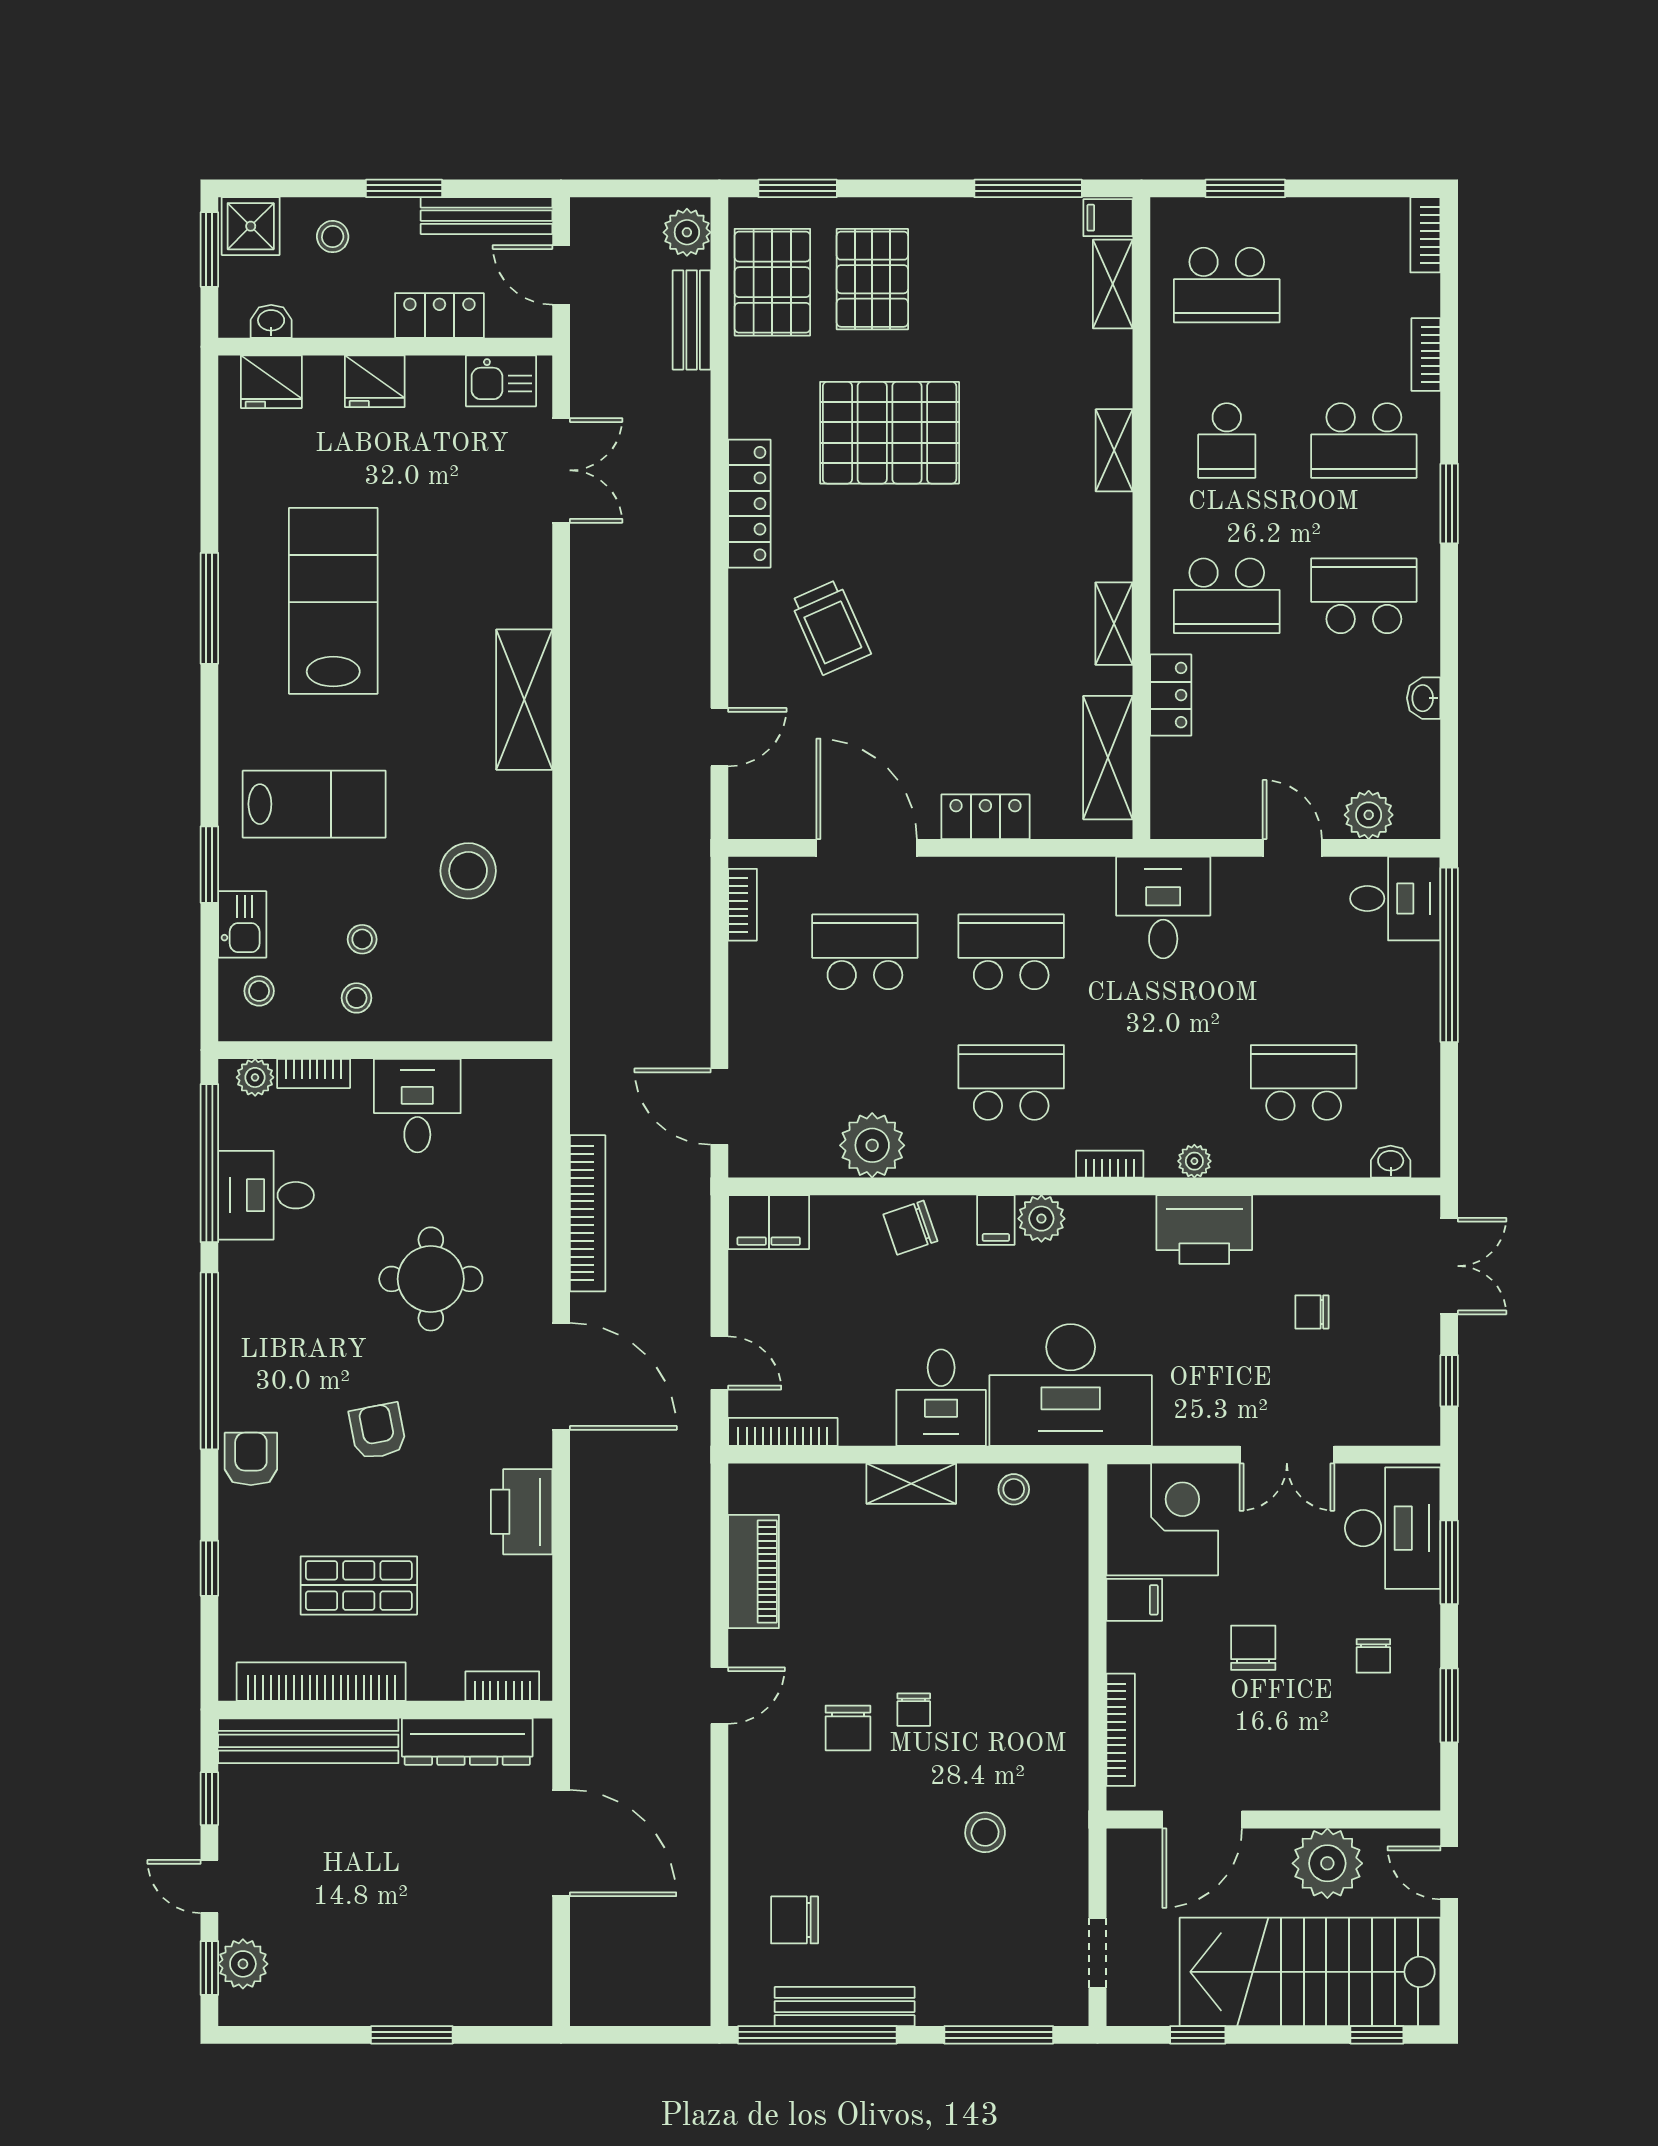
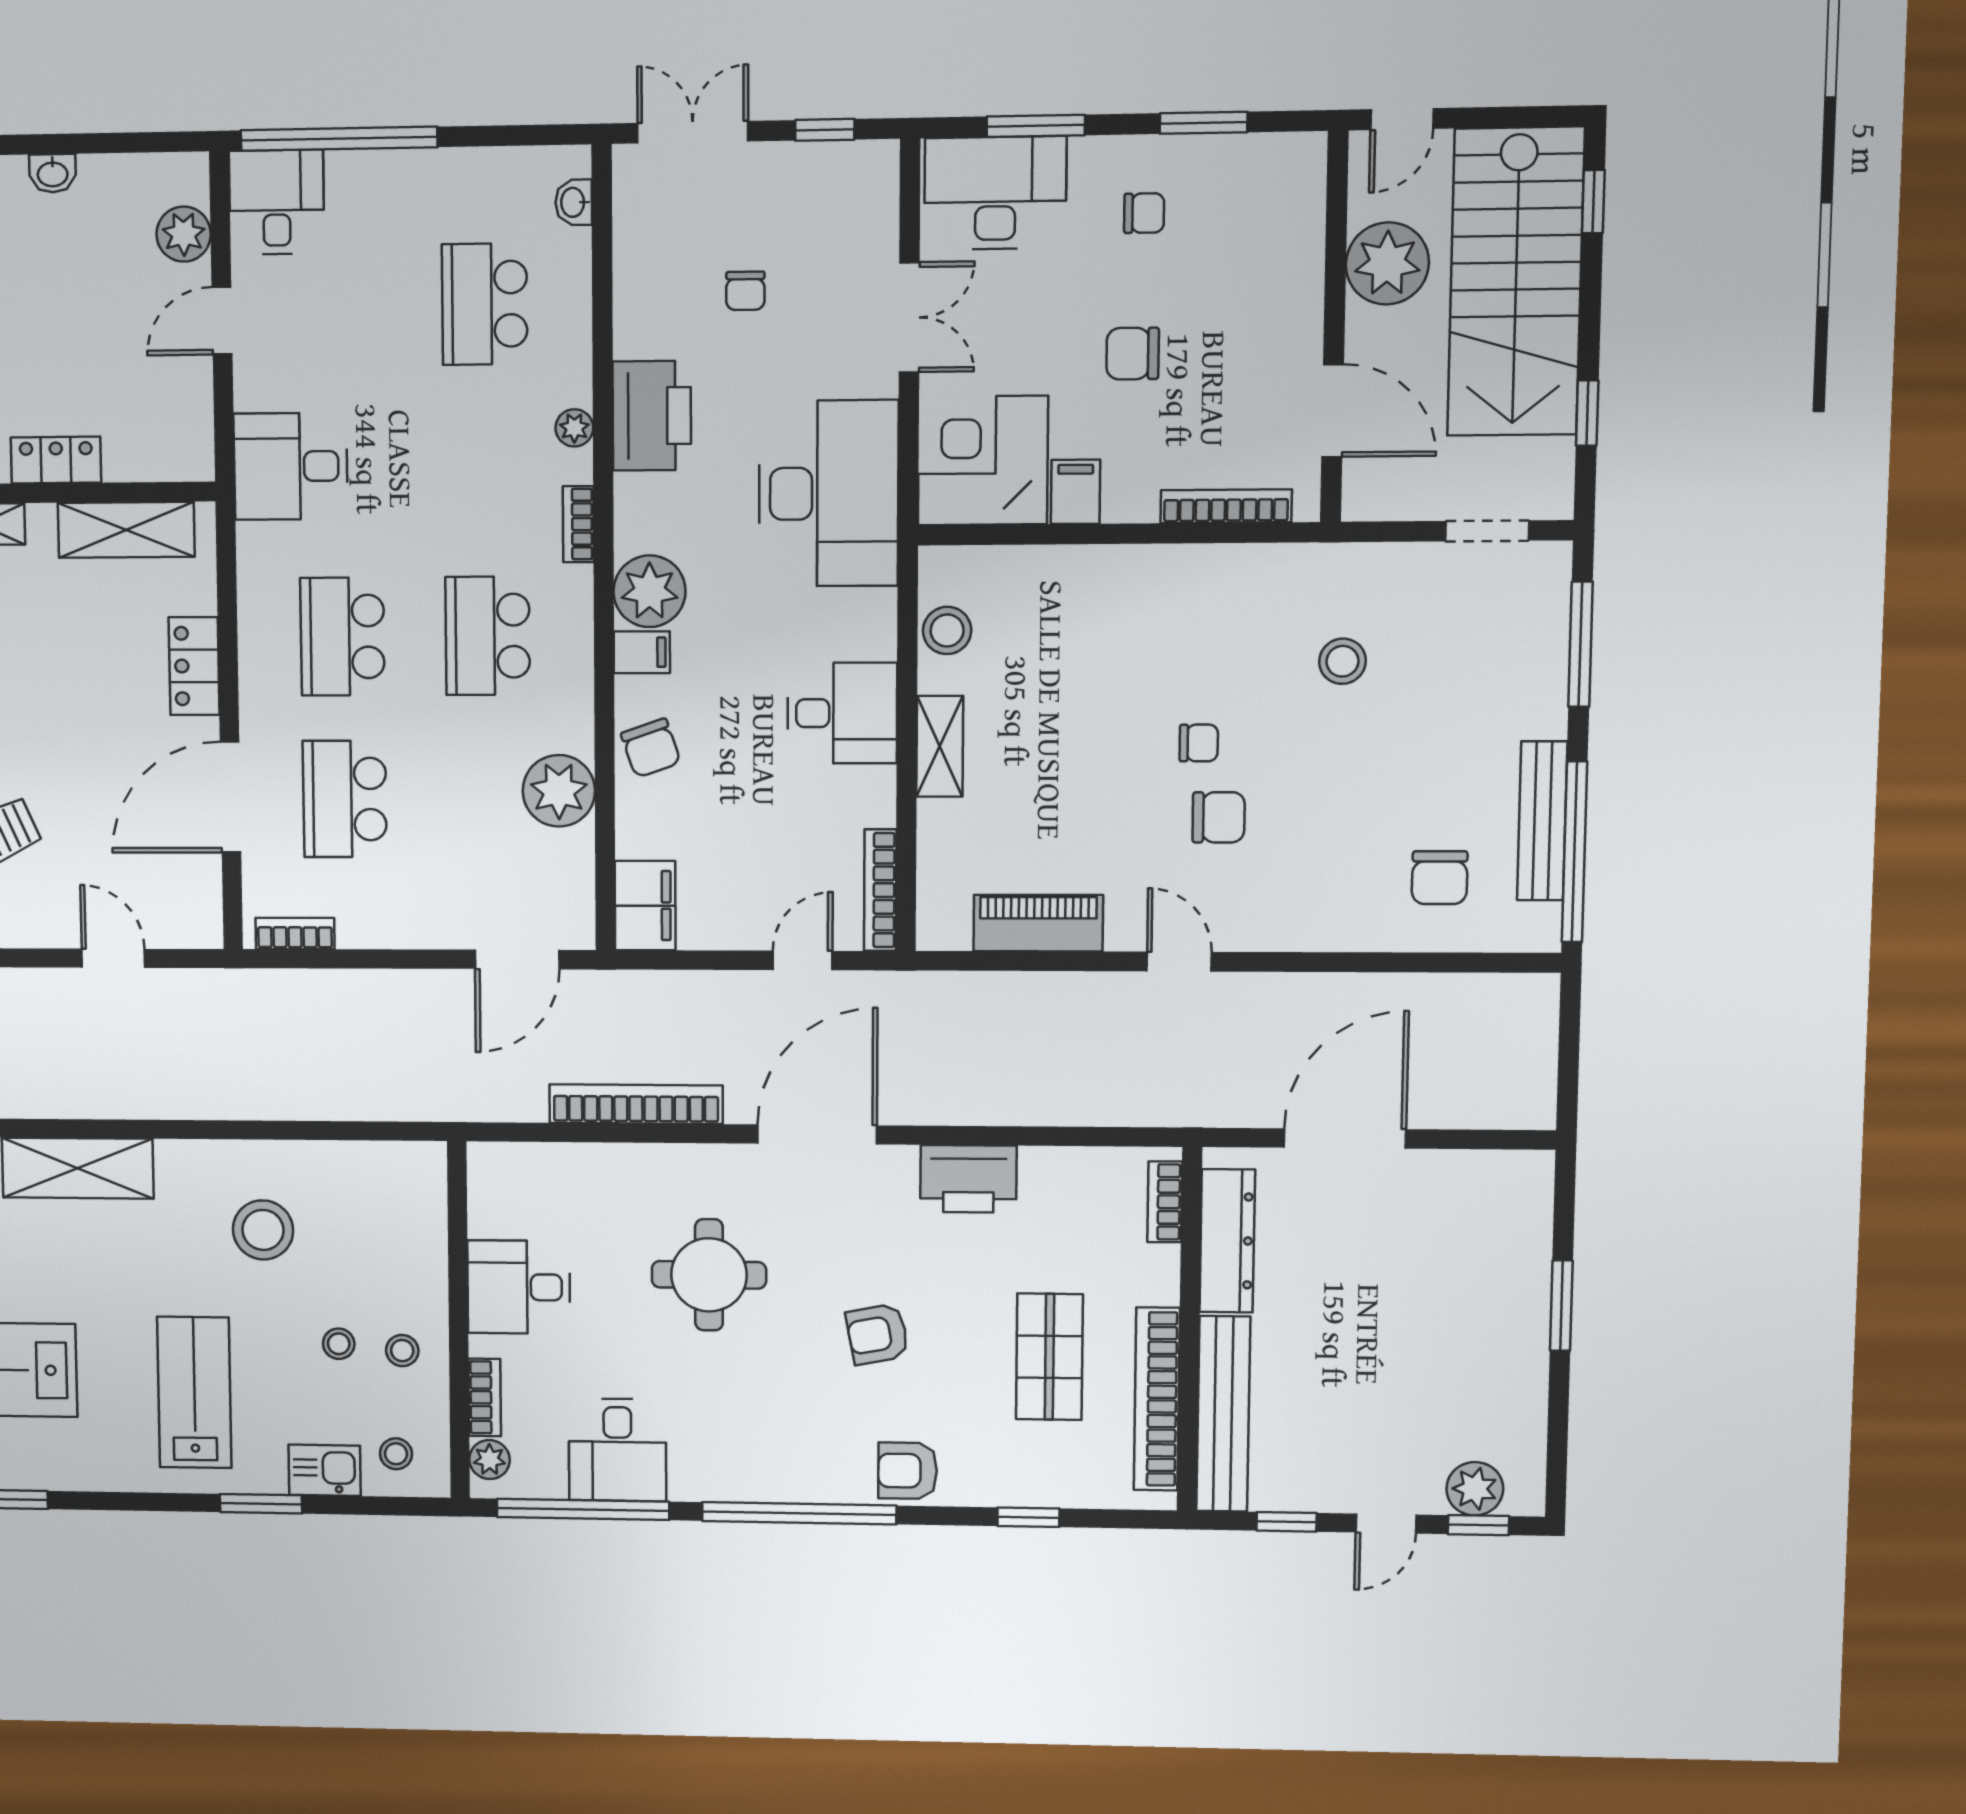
plant: (1041, 1219) -> (649, 591), width x1.36, depth x1.36
desk: (1071, 1385) -> (829, 493), moved
stool: (1014, 1489) -> (947, 630), width x1.37, depth x1.37

